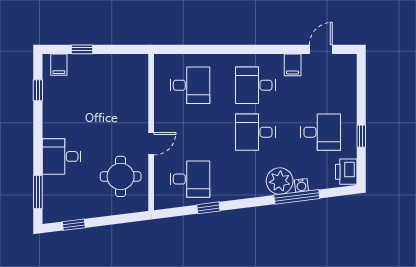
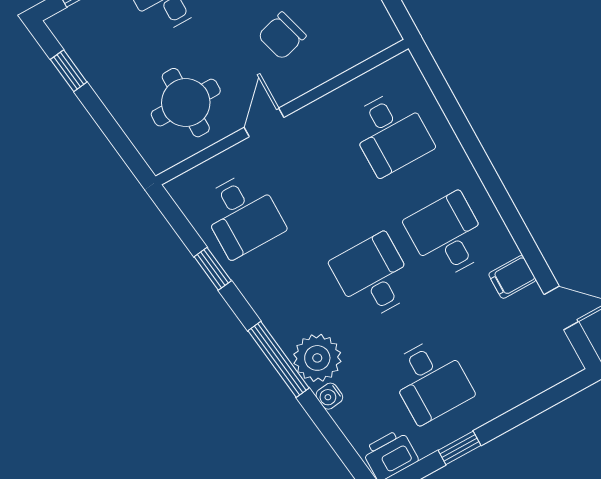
chair: (114, 112) -> (282, 36), added
door: (151, 144) -> (264, 122), swing flipped
window: (297, 197) -> (279, 359), moved

